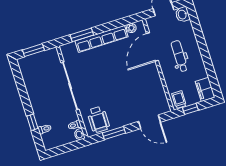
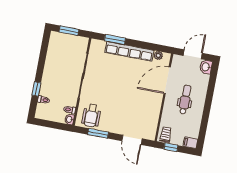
filing cabinet: (205, 89) -> (190, 143), width x0.50

